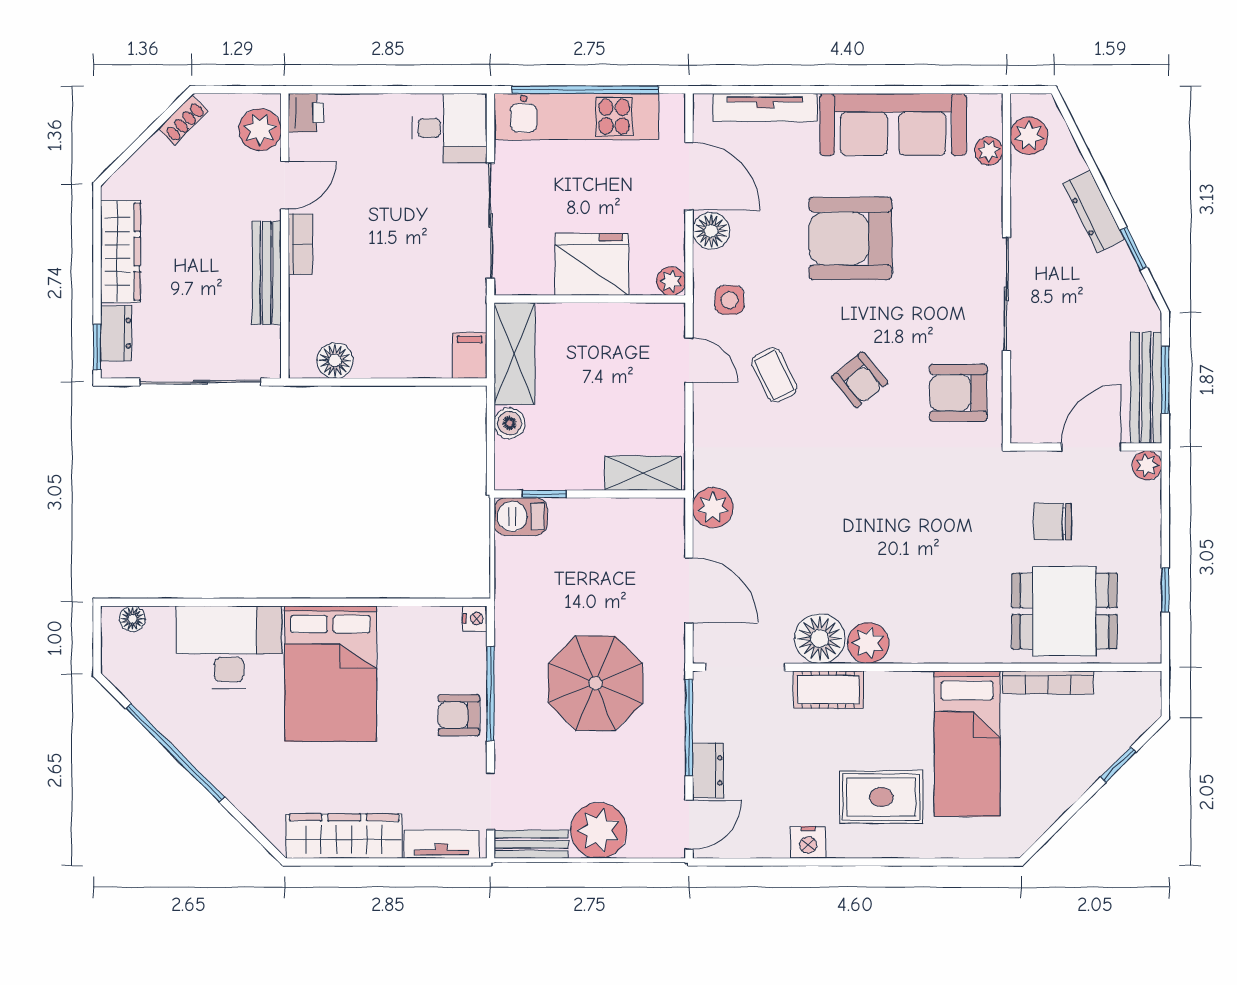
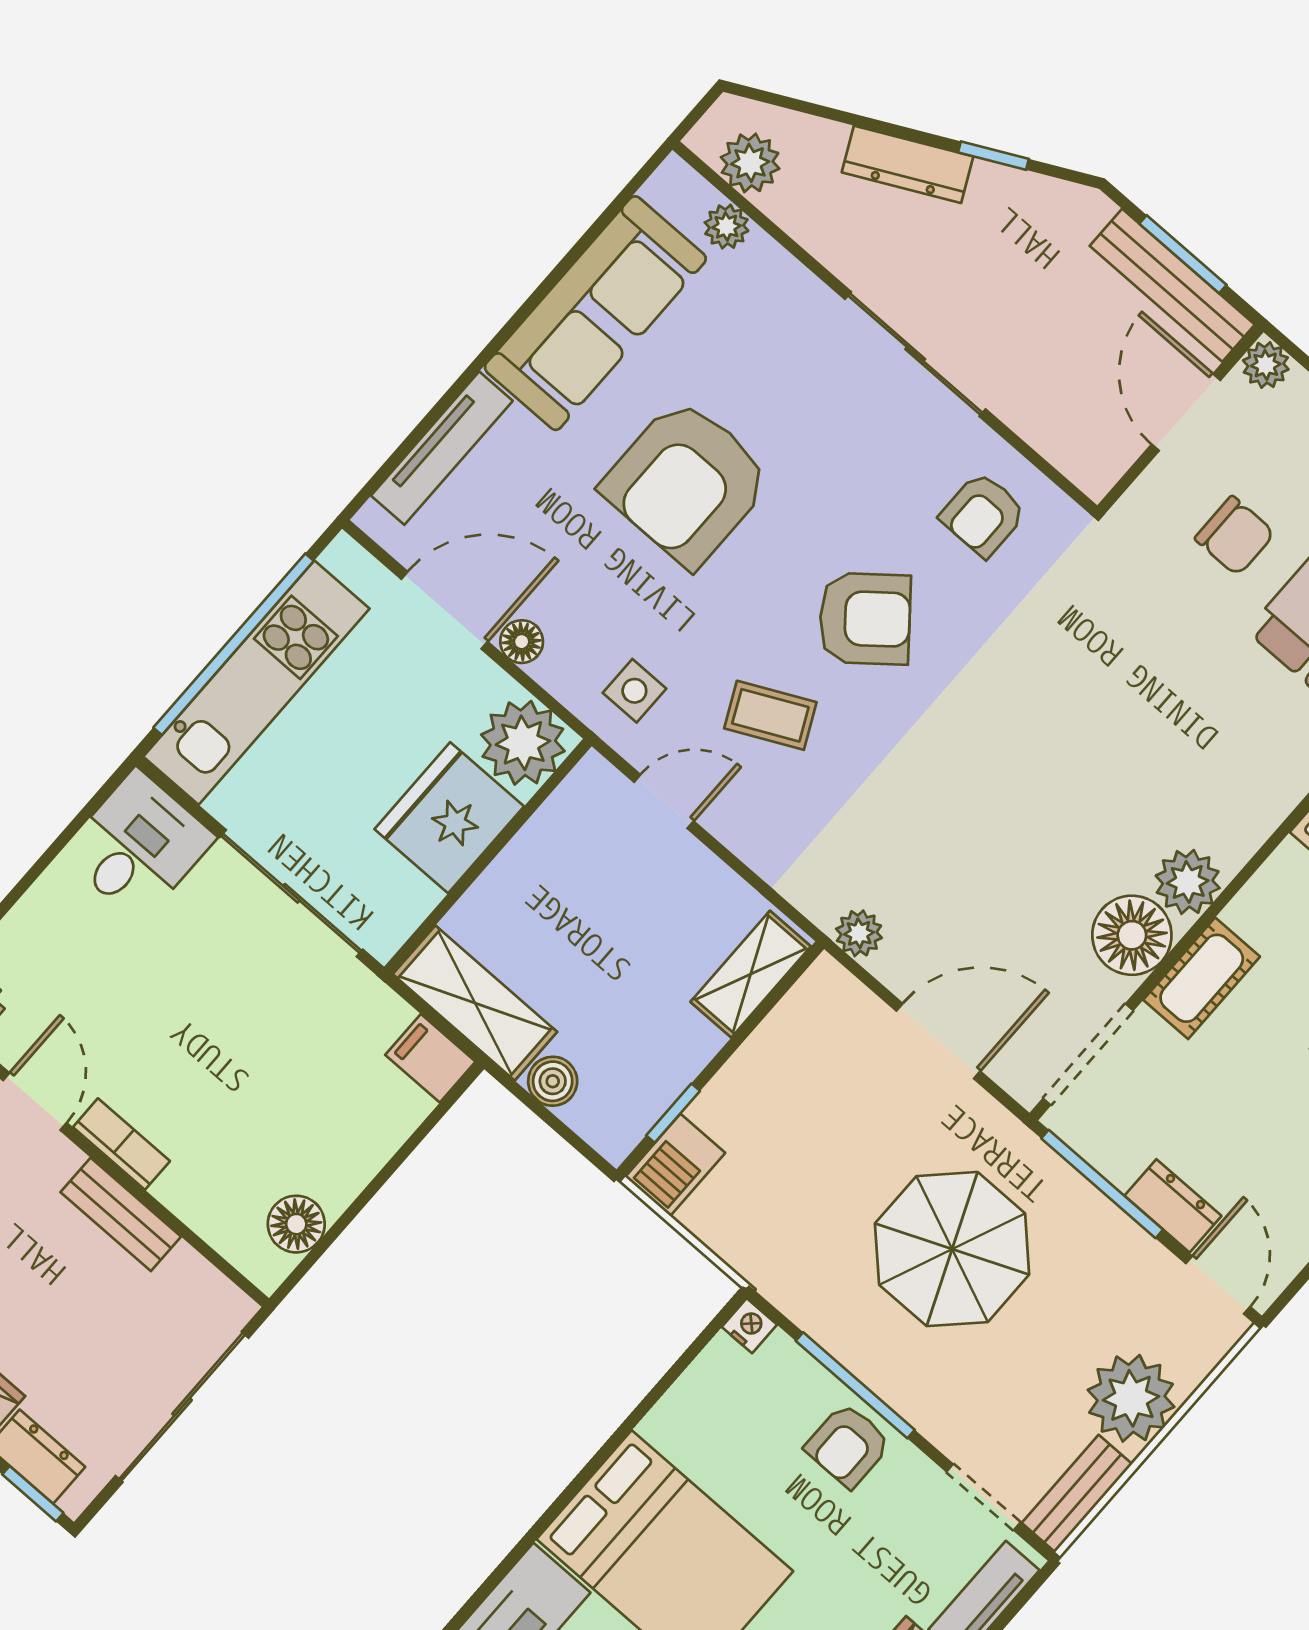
floor lamp: (711, 231) -> (522, 642), width x0.73, depth x0.73
bench: (267, 273) -> (121, 1214), width x0.73
plant: (671, 281) -> (523, 743), width x1.88, depth x1.88
armchair: (860, 380) -> (865, 619), width x1.38, depth x1.38
armchair: (958, 393) -> (983, 514), width x0.72, depth x0.72
plant: (713, 508) -> (859, 933), width x0.73, depth x0.73
chair: (1053, 522) -> (1235, 536), turned -90

